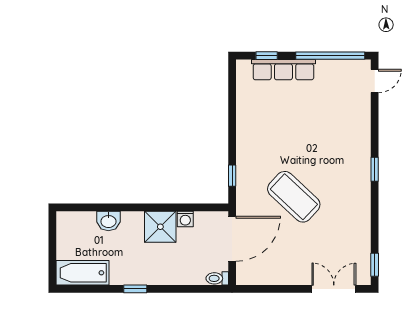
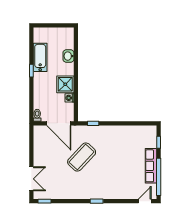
row of seats: (283, 70) -> (151, 166), moved
door: (375, 81) -> (145, 201), swing flipped
bathtub: (82, 273) -> (40, 57), moved

